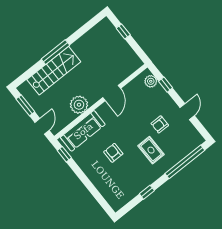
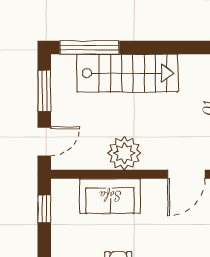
window: (55, 52) -> (89, 47), moved
sofa: (83, 131) -> (110, 196), width x0.73

